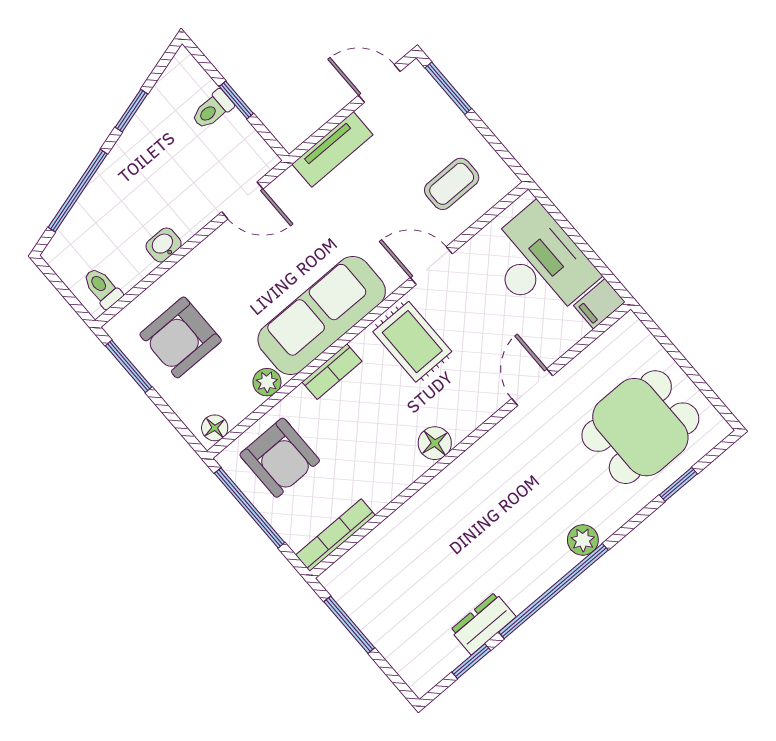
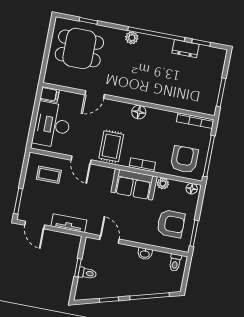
sofa: (322, 315) -> (134, 184), width x0.73

